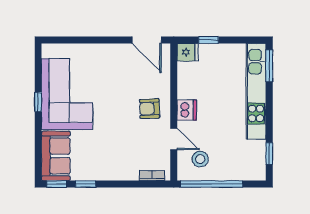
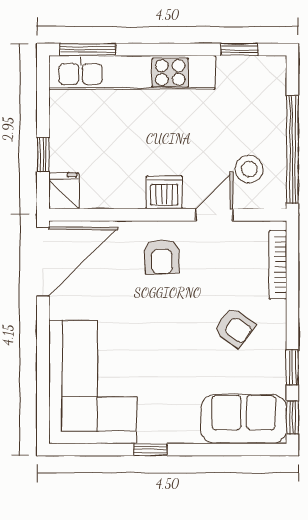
door: (147, 40) -> (43, 262), width x1.36
corner sofa: (67, 94) -> (93, 382), moved, turned 90
armchair: (109, 151) -> (235, 328), added
bookcase: (152, 176) -> (278, 265), width x1.56

